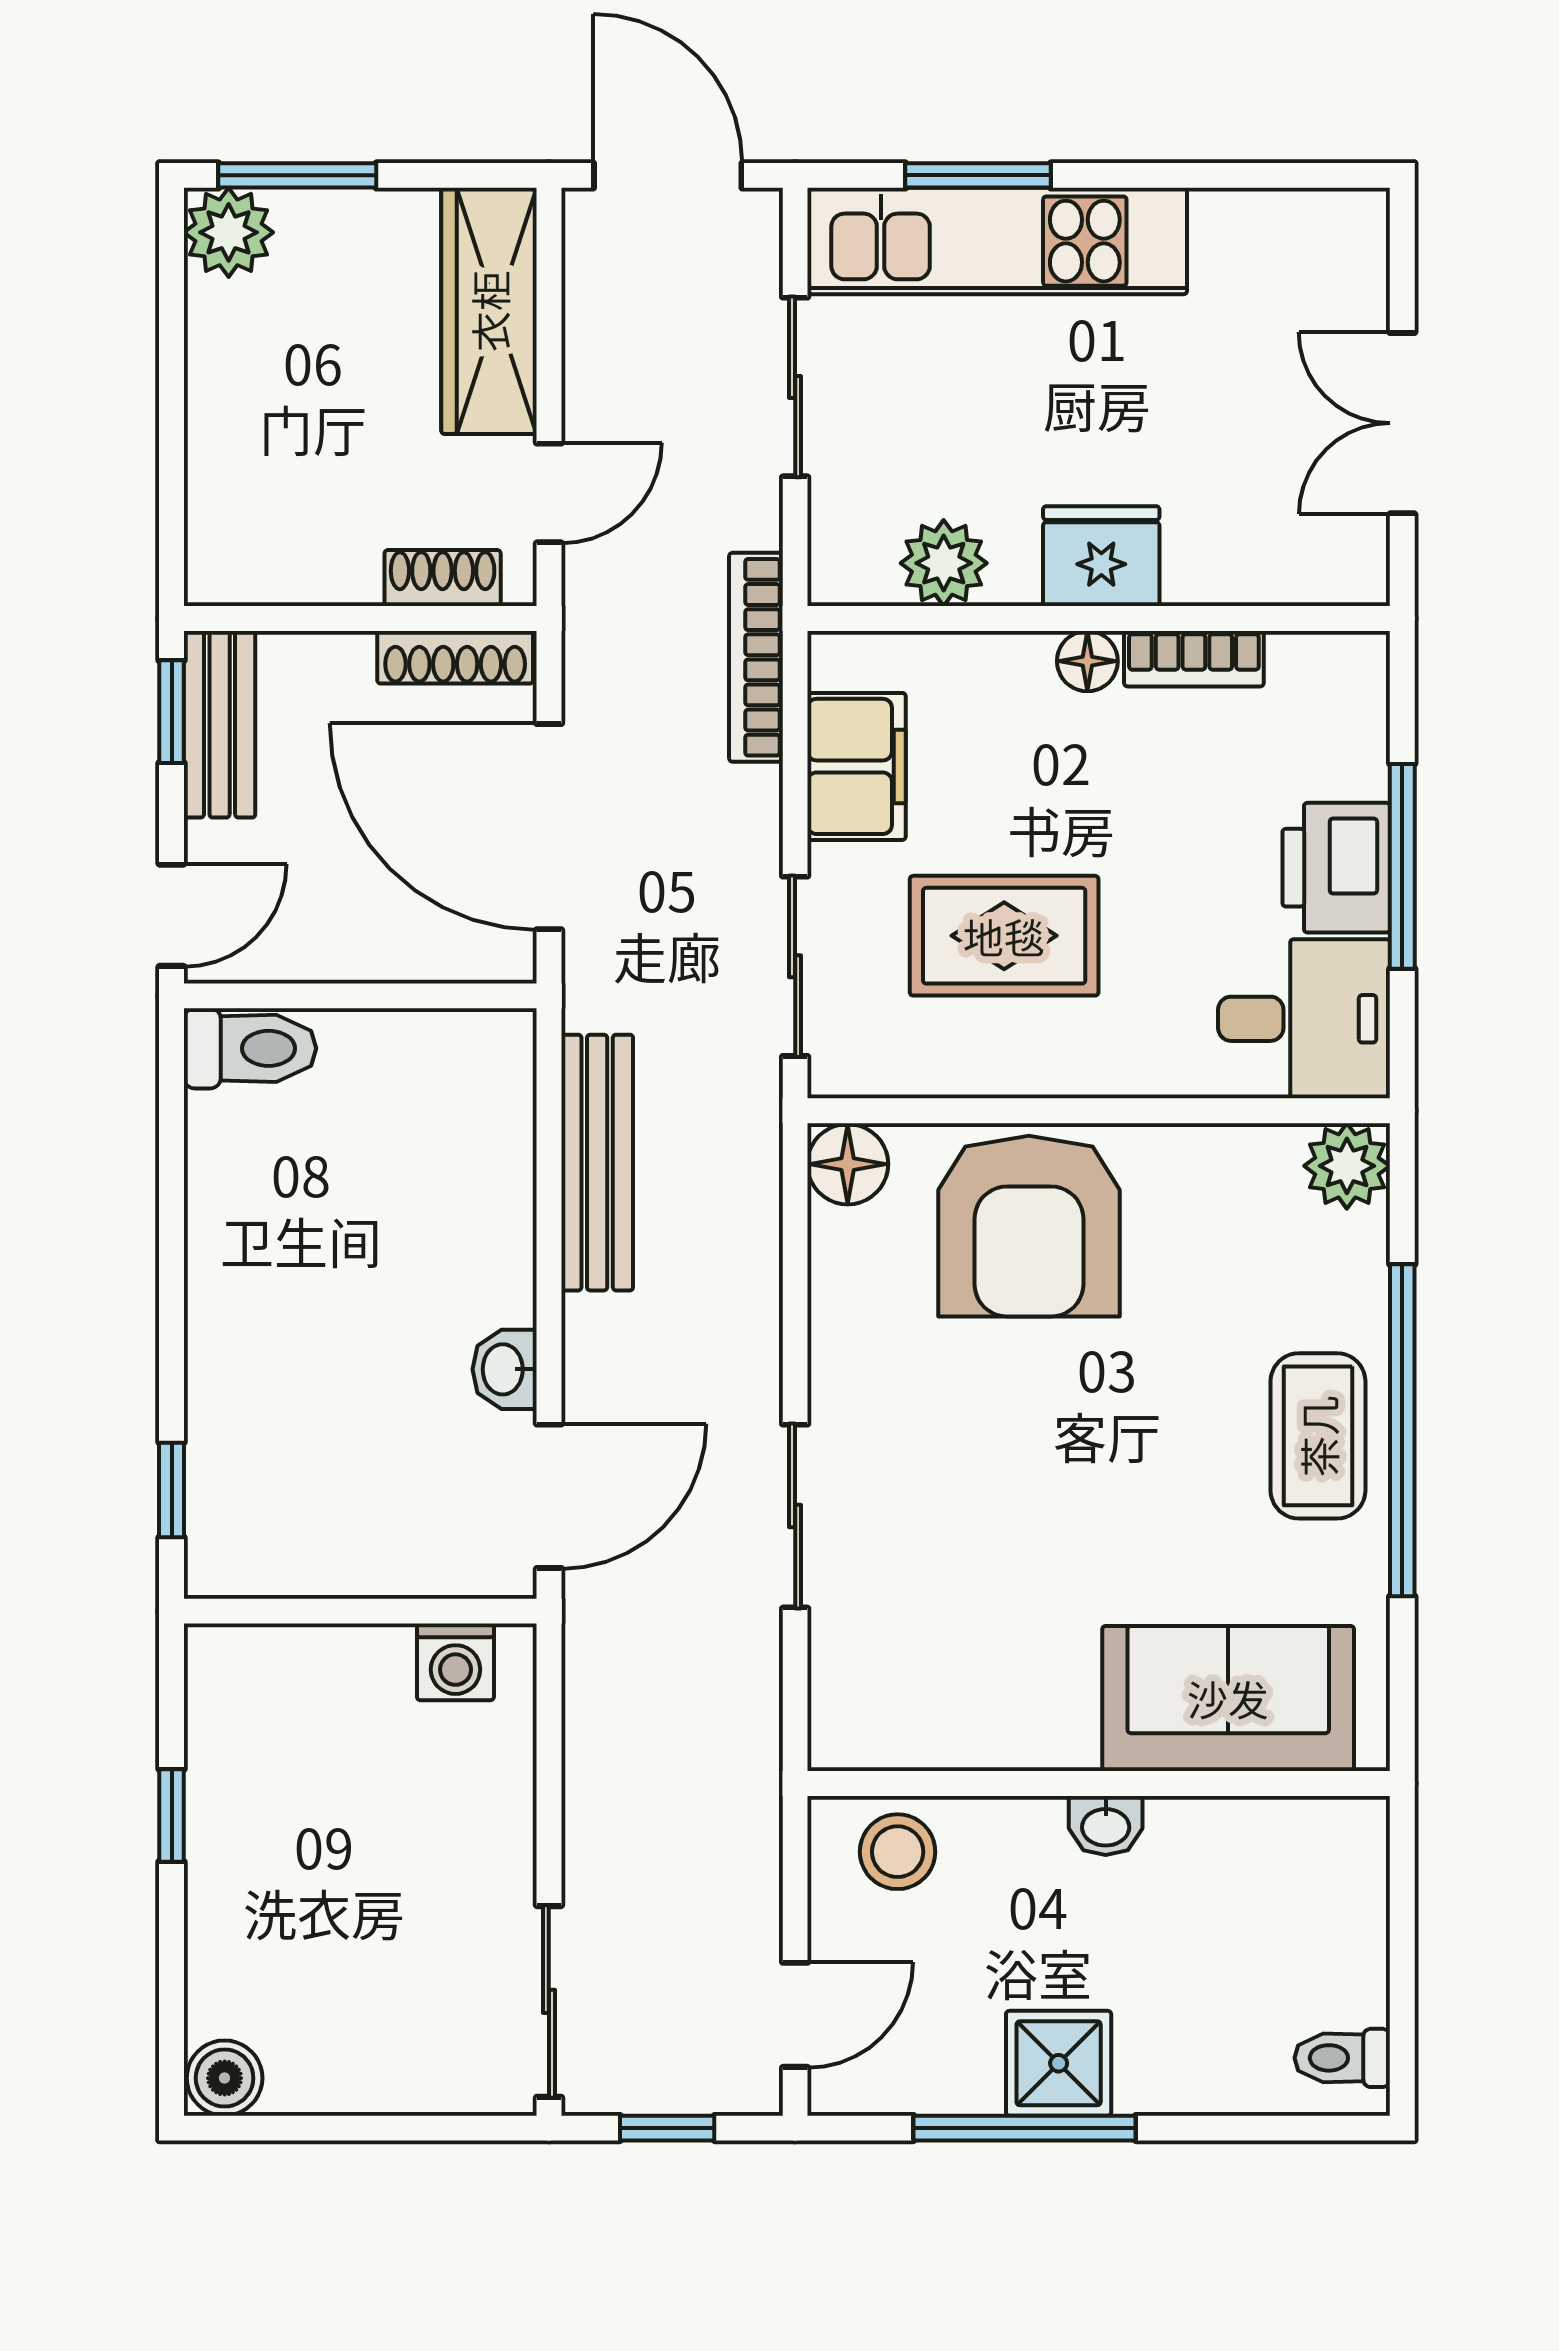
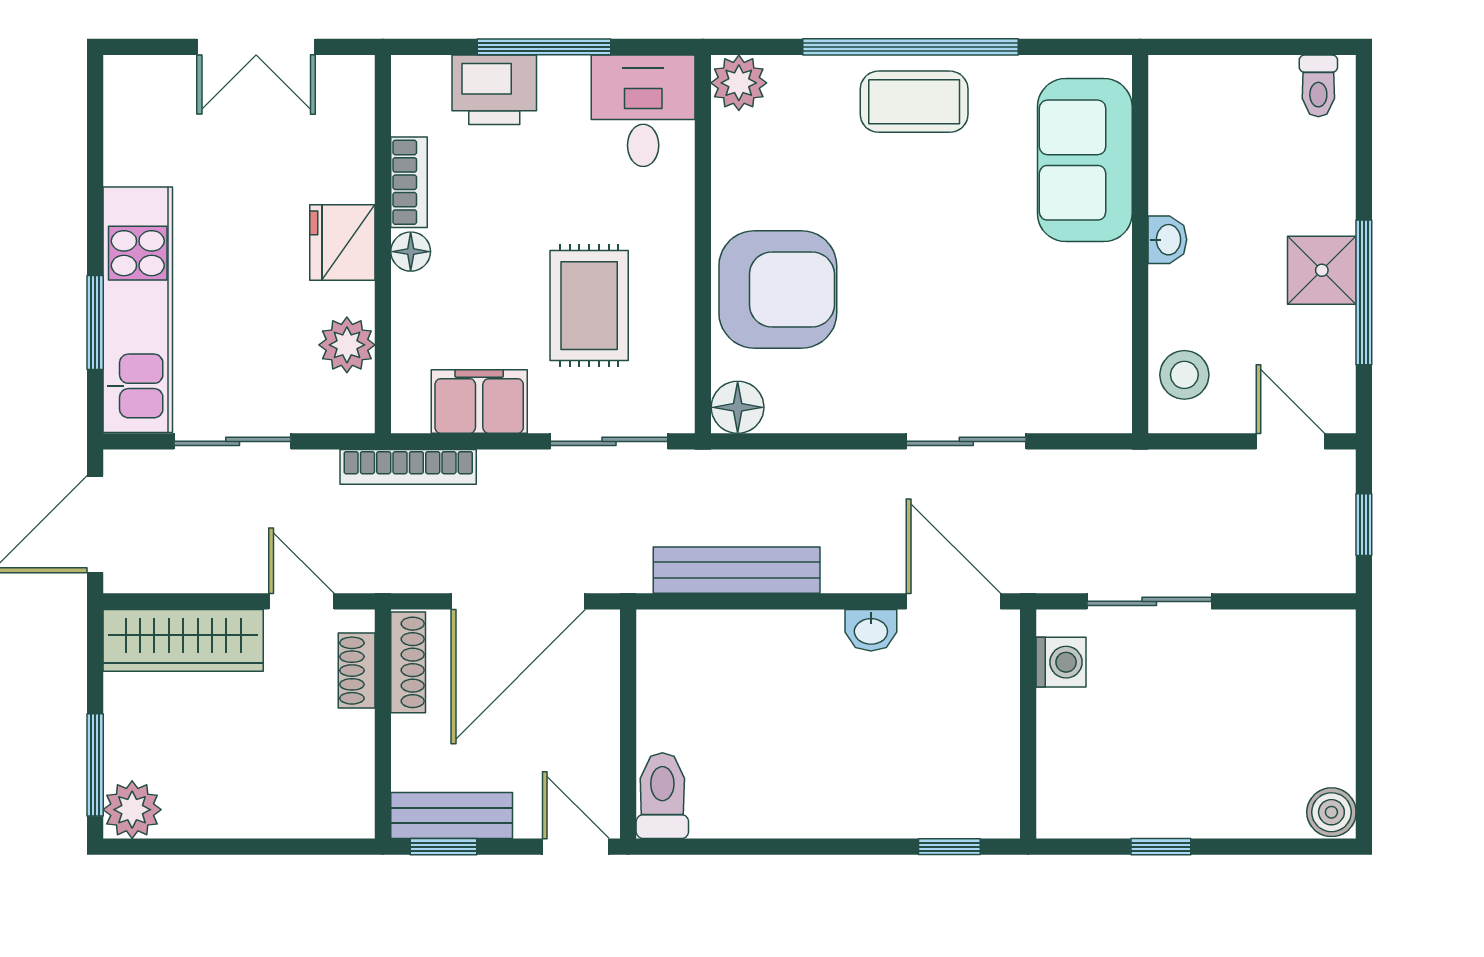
printer: (1336, 868) -> (494, 90), moved
sliding door: (549, 2001) -> (1149, 601), moved

